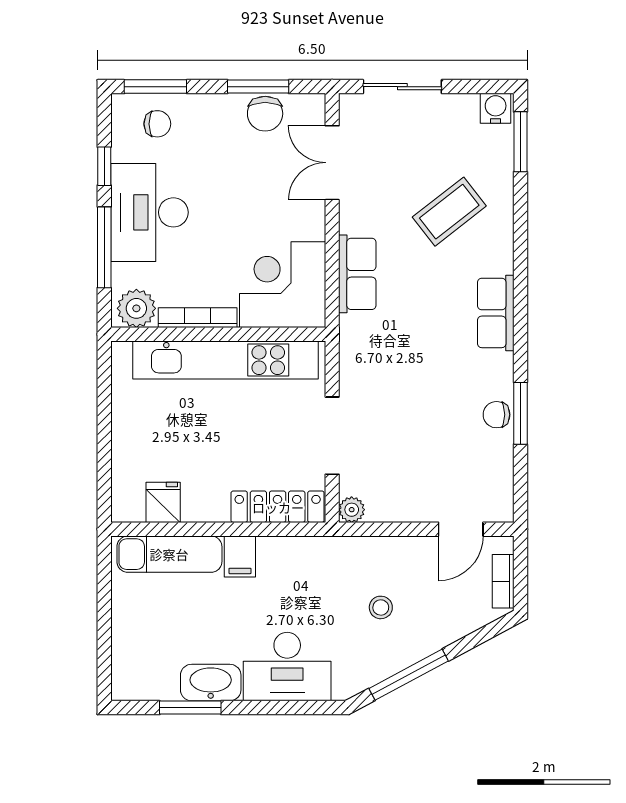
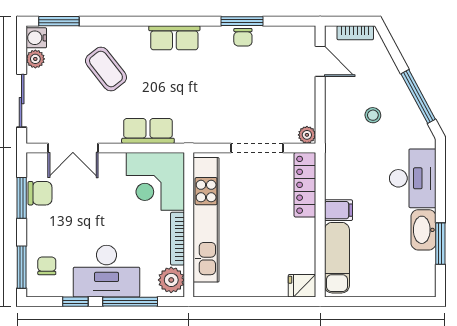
plant: (464, 107) -> (35, 59), added
fridge: (163, 502) -> (302, 286), moved

